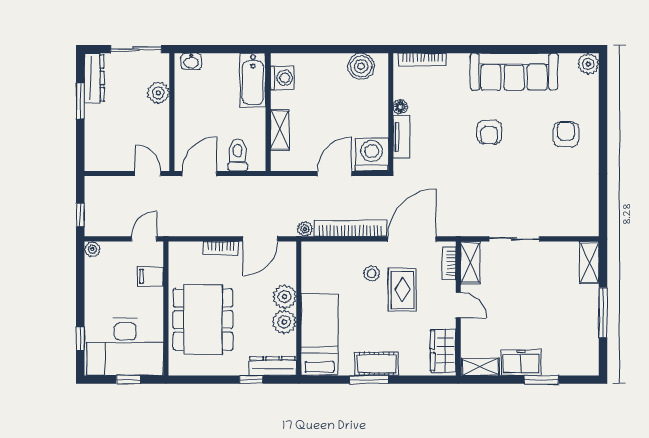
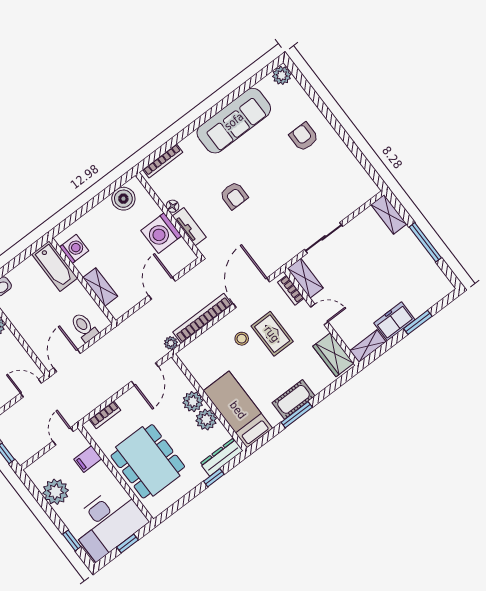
armchair: (489, 132) -> (234, 196), moved
washing machine: (372, 154) -> (161, 233), moved, turned -90
bookcase: (221, 248) -> (105, 415), moved
plant: (92, 249) -> (56, 492), moved, width x1.87, depth x1.87

